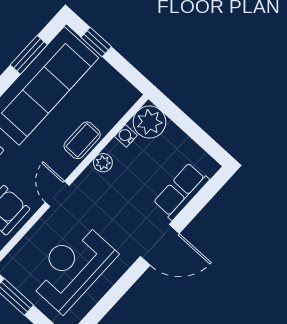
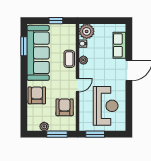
window: (96, 42) -> (56, 21), moved
door: (57, 194) -> (77, 85), swing flipped
reception desk: (72, 267) -> (106, 106), turned 180

